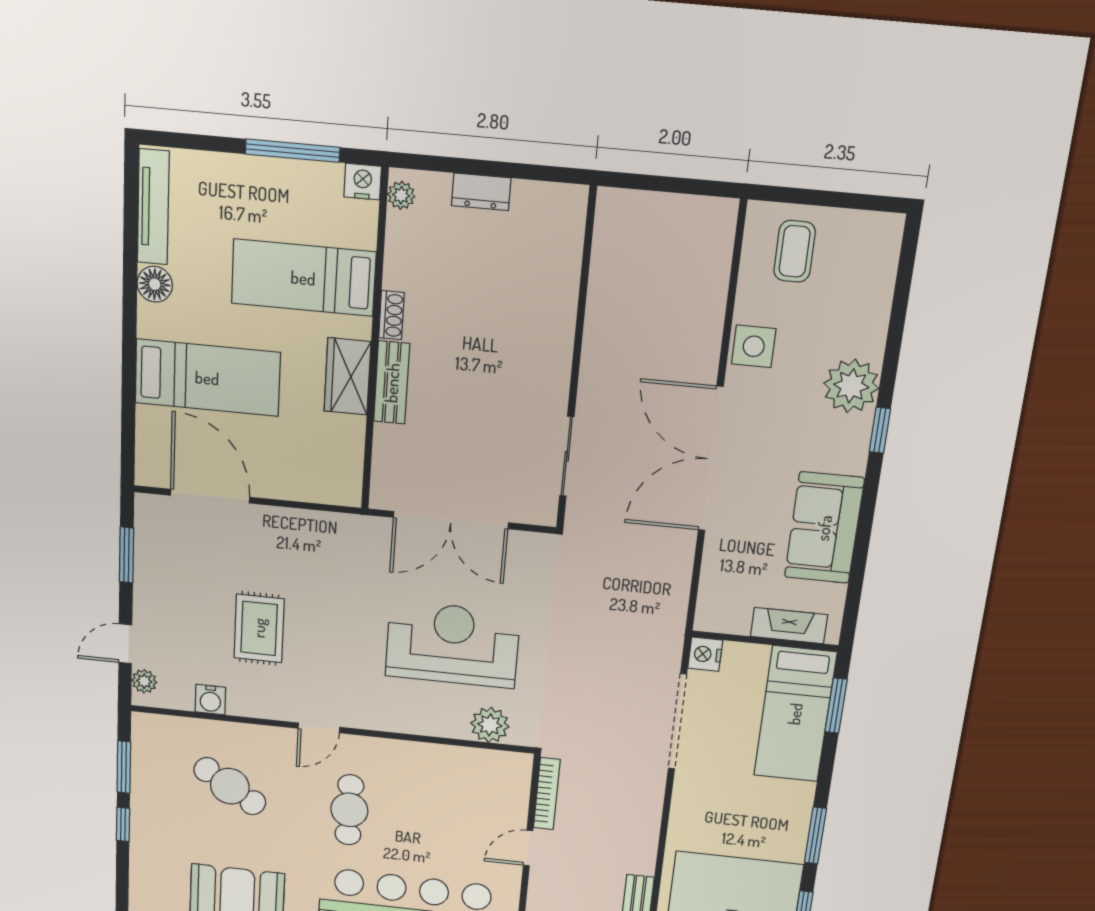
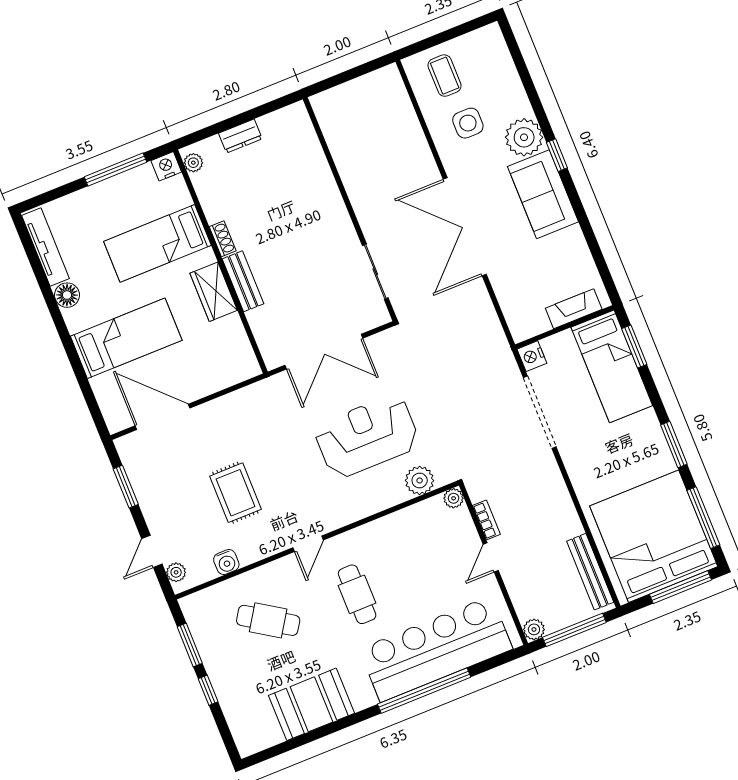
side table: (754, 346) -> (468, 123), moved
sofa: (824, 528) -> (543, 194), moved
plant: (520, 764) -> (454, 498), added
bookcase: (547, 794) -> (486, 520), width x0.64

